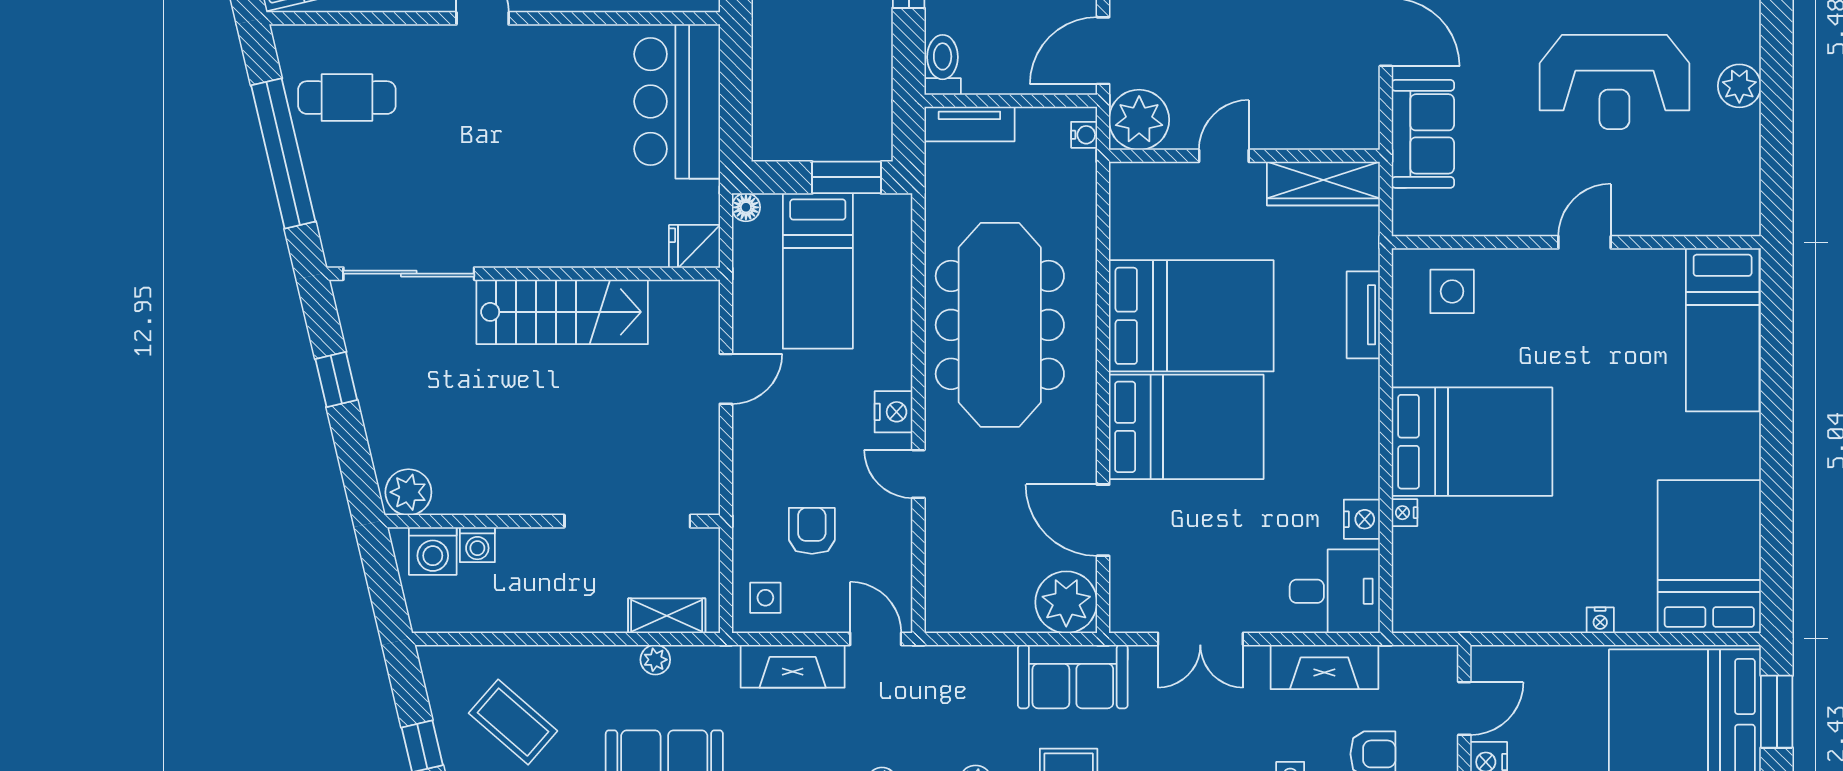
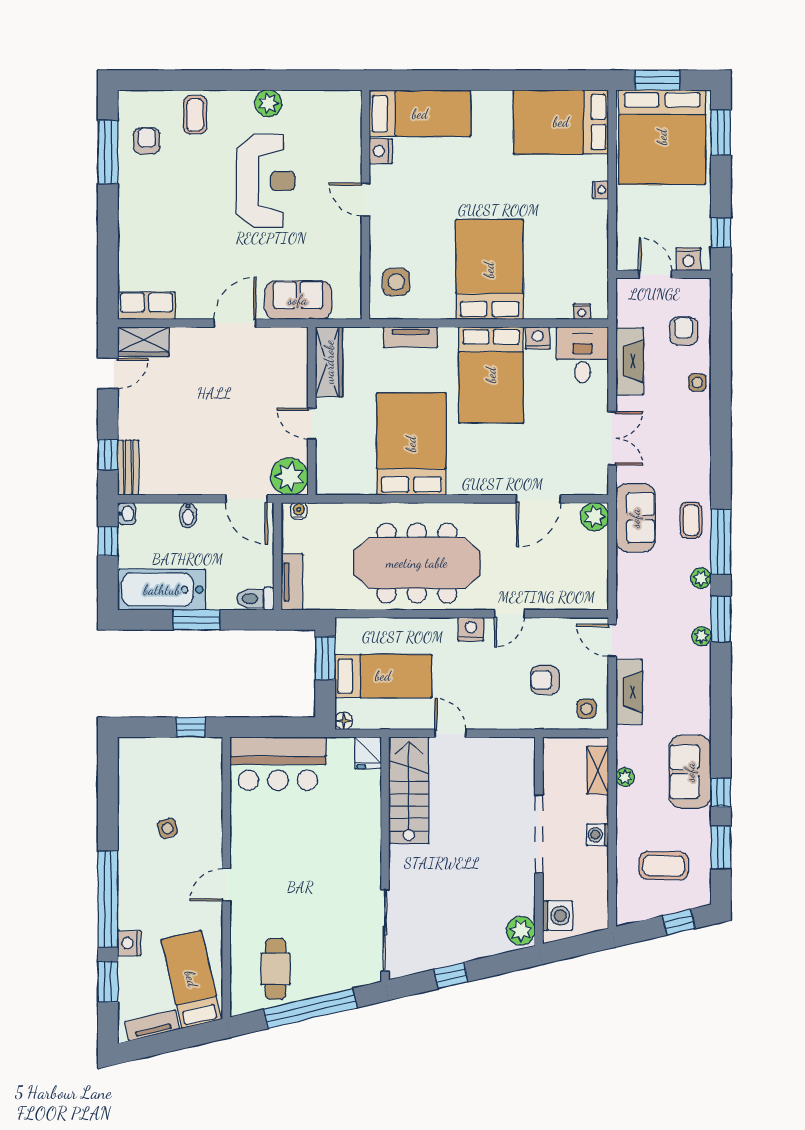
nightstand: (1663, 267) -> (381, 151), added
stairs: (562, 312) -> (409, 790), moved
bed: (1186, 427) -> (491, 375), moved, turned 180
nightstand: (1404, 513) -> (582, 311), moved
doorway: (627, 521) -> (539, 834), moved
washing machine: (477, 545) -> (598, 835), moved, turned 180
plant: (1066, 602) -> (594, 517), width x0.73, depth x0.73
door: (876, 639) -> (612, 640), hinge flipped
coffee table: (513, 722) -> (664, 866), turned 50

